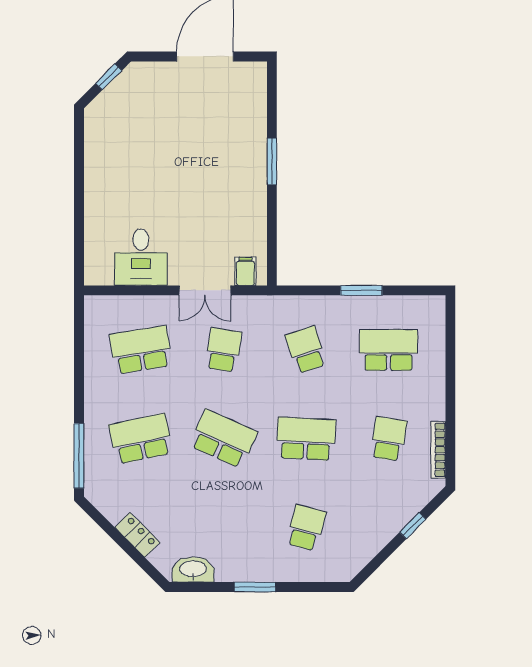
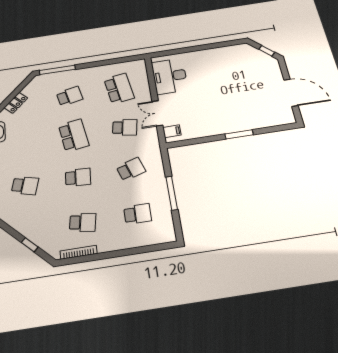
desk: (141, 257) -> (170, 76), width x1.37
window: (361, 290) -> (172, 193), width x1.44
school desk: (389, 350) -> (138, 214), width x0.54
school desk: (141, 439) -> (70, 96), width x0.54
school desk: (223, 439) -> (74, 135), turned -33
school desk: (306, 439) -> (78, 177), width x0.54

